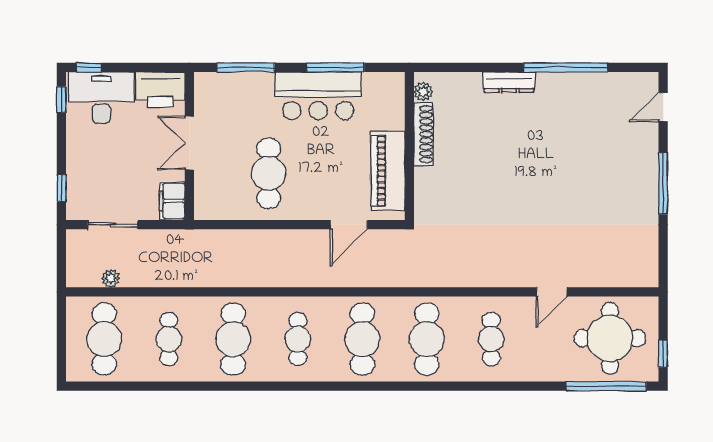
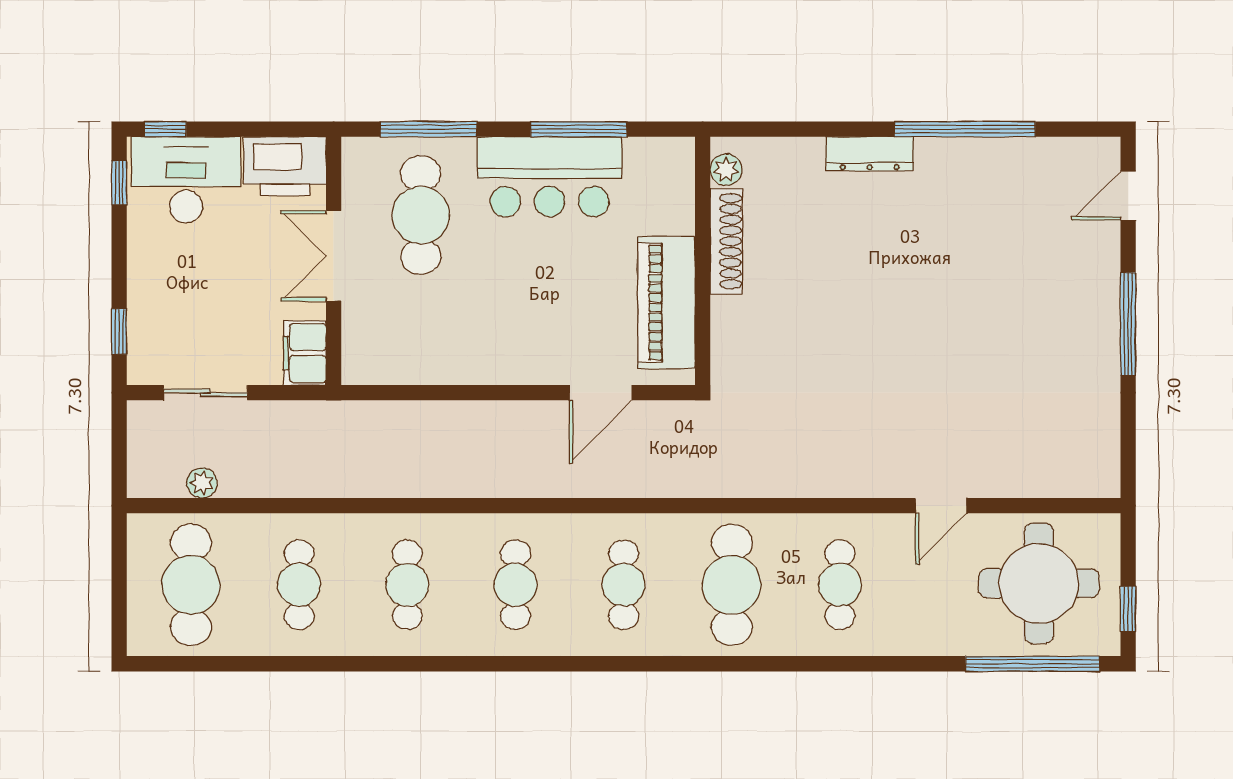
cafe table: (269, 173) -> (421, 215), moved
cafe table: (233, 339) -> (407, 585), width x0.73, depth x0.74
cafe table: (362, 339) -> (624, 585), width x0.73, depth x0.74

